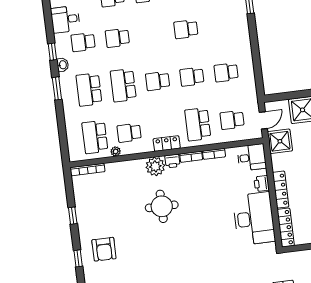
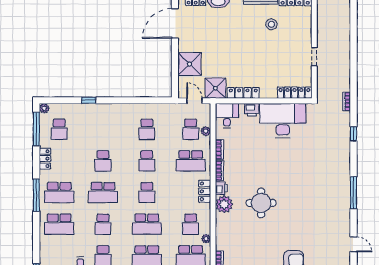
school desk: (152, 34) -> (103, 193), added
plant: (232, 137) -> (206, 131), added
locker: (281, 190) -> (243, 93), moved

